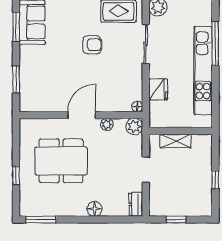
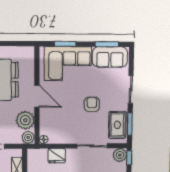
armchair: (92, 45) -> (92, 104), turned 180
corner sofa: (41, 76) -> (68, 64), added
plant: (107, 124) -> (25, 120), width x1.88, depth x1.88

